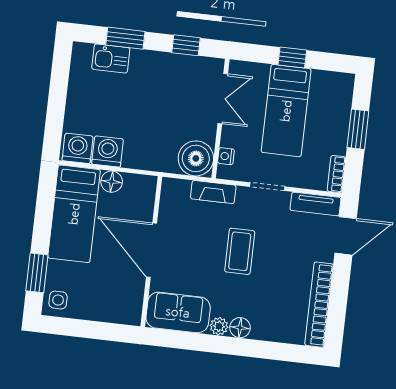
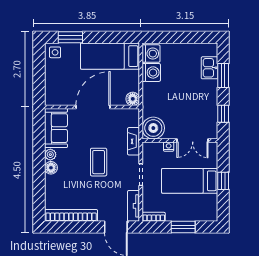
nightstand: (226, 156) -> (169, 147), moved
floor lamp: (112, 182) -> (133, 99), moved
coffee table: (240, 251) -> (99, 162), turned 90

